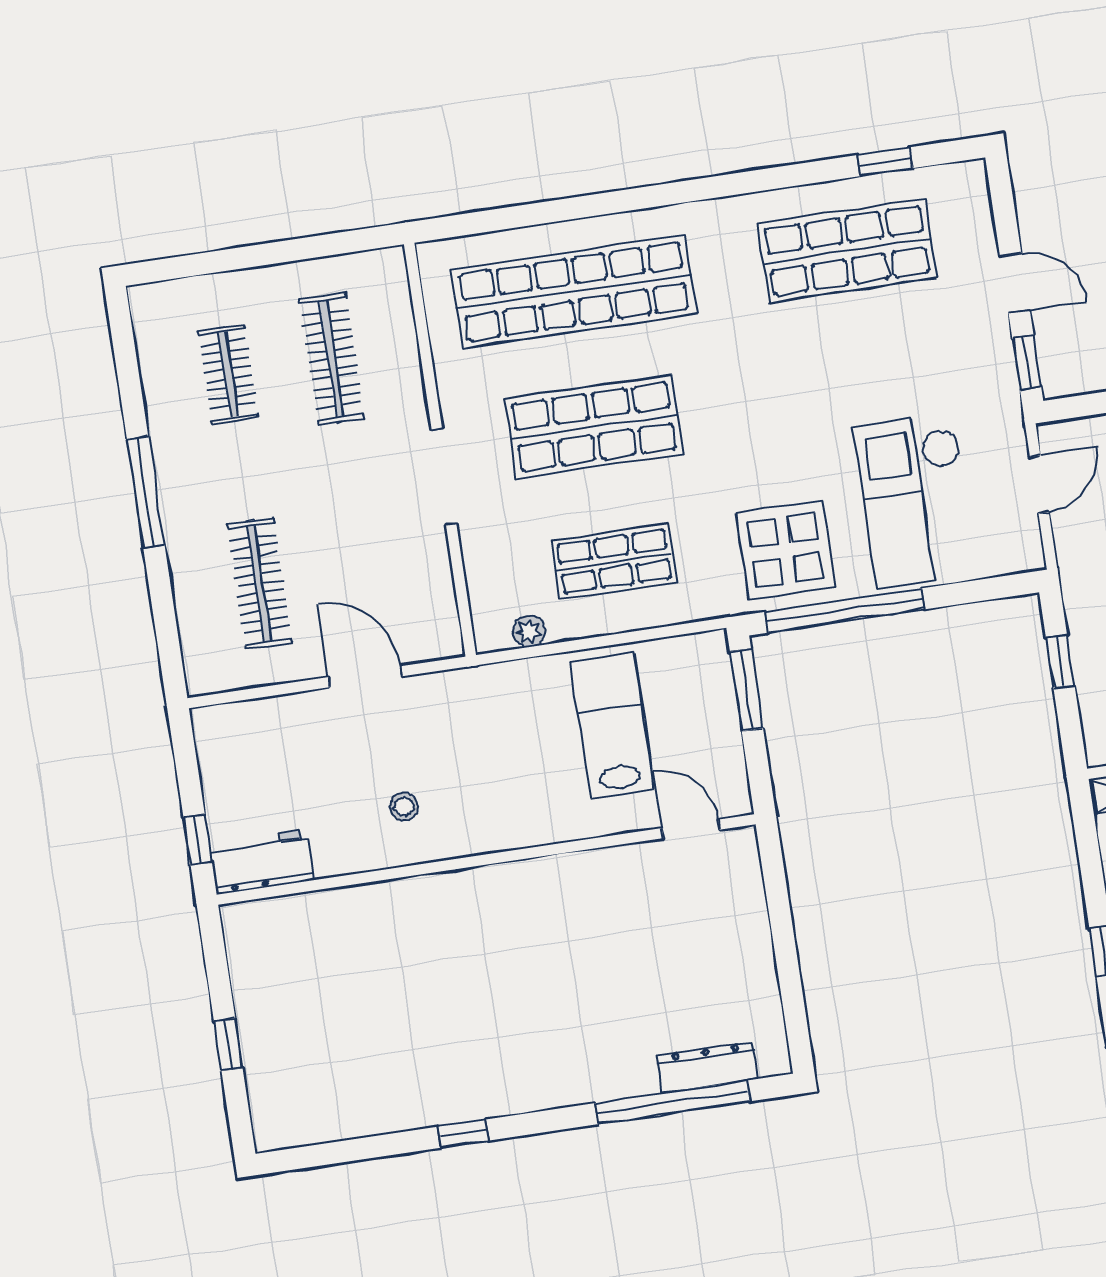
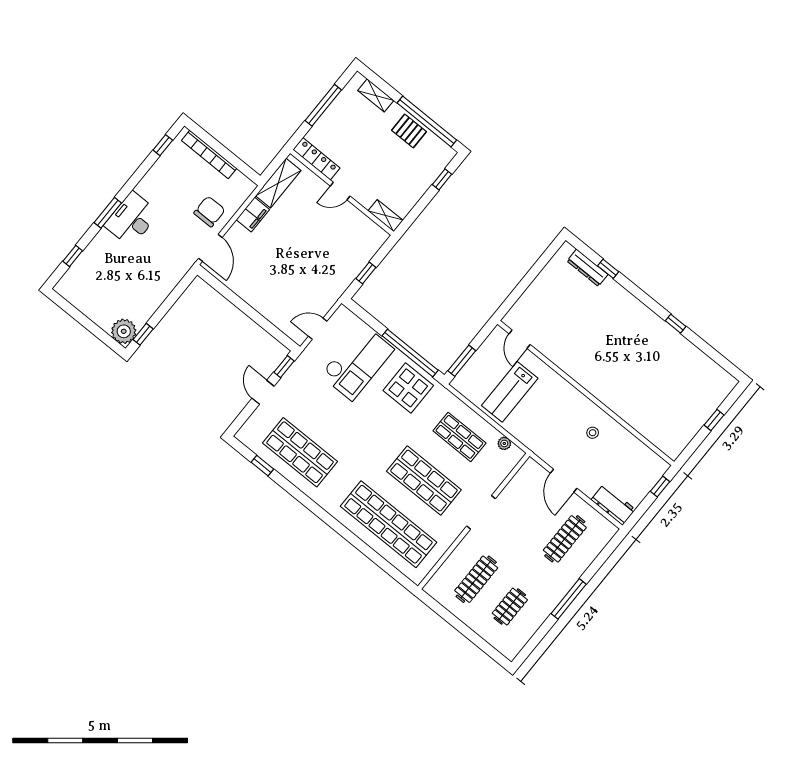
workbench: (262, 862) -> (613, 505), moved, turned 180
window: (672, 1102) -> (608, 269), width x0.32

